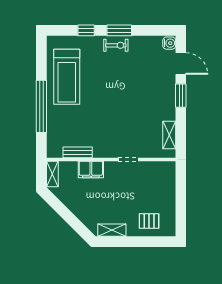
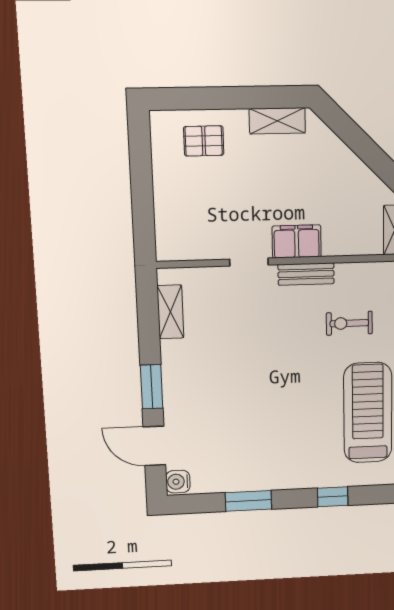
window: (119, 30) -> (248, 501), moved
exercise bike: (116, 45) -> (349, 323), moved
bench: (78, 152) -> (306, 274), moved
filing cabinet: (91, 169) -> (297, 241), moved

